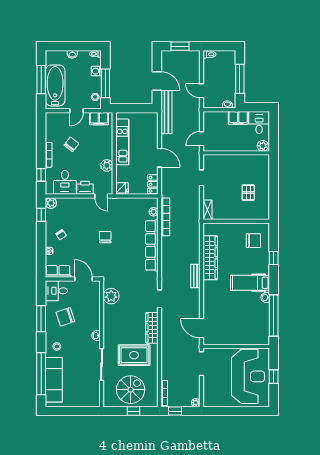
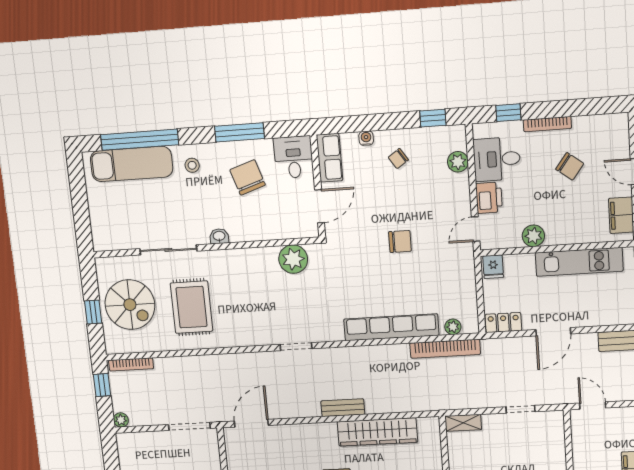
plant: (51, 203) -> (458, 162), moved
wardrobe: (152, 328) -> (243, 336), removed

